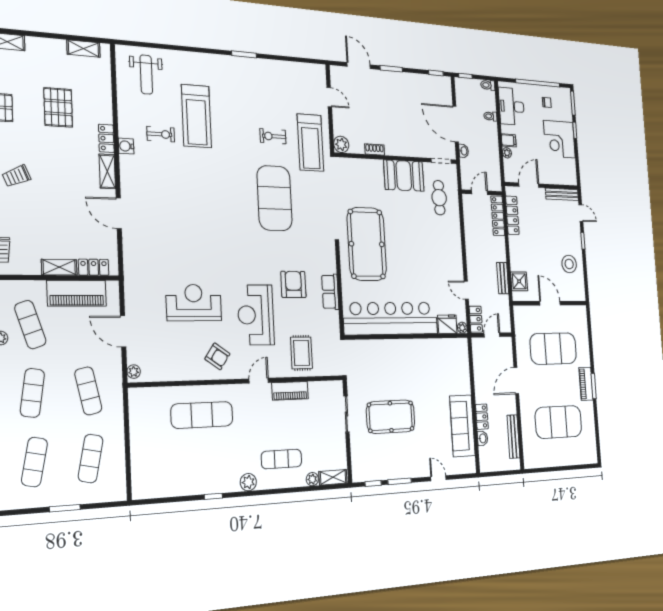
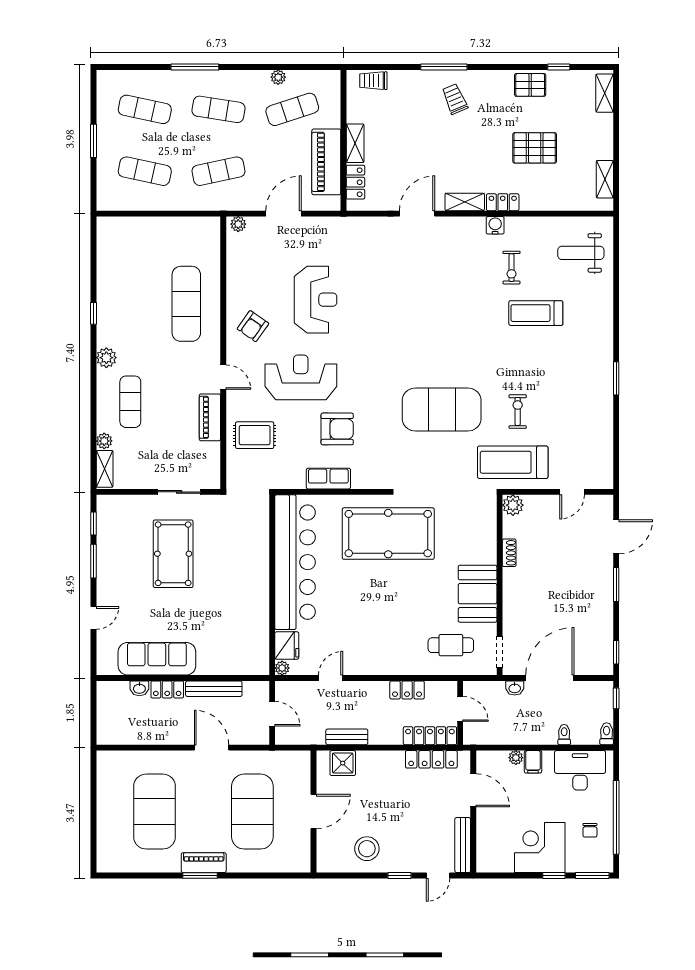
treadmill: (196, 116) -> (536, 313), width x0.73, depth x0.73
locker: (476, 319) -> (407, 690), moved
bench: (513, 437) -> (214, 689), moved

